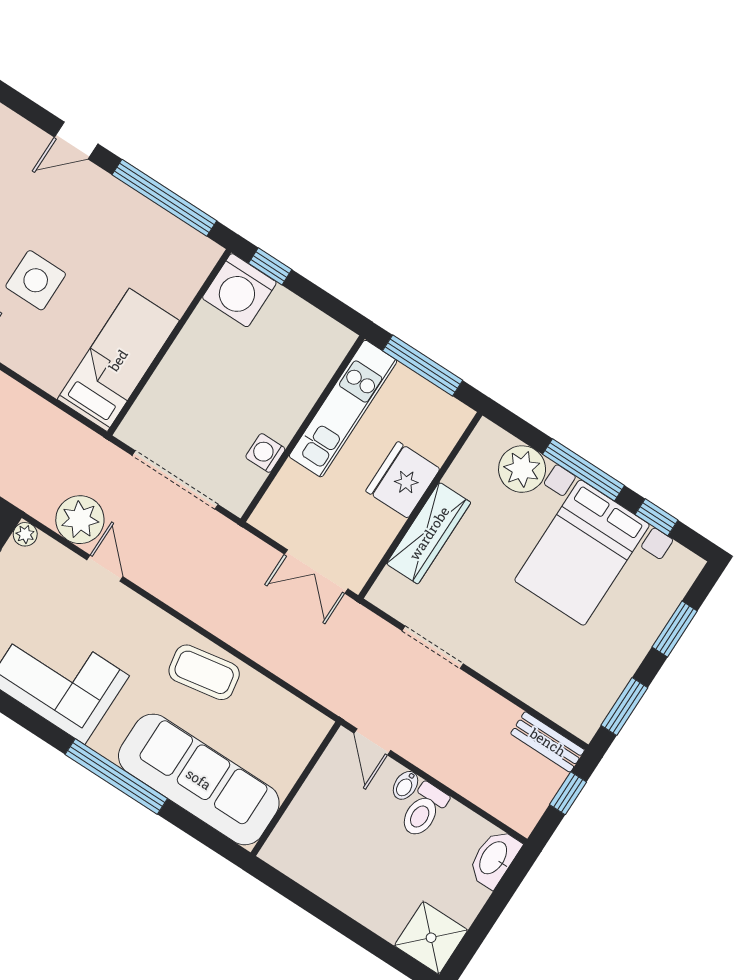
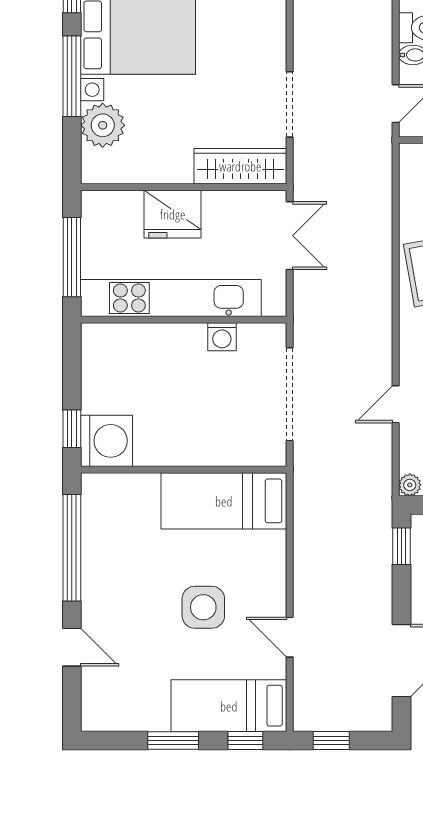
kitchen unit: (343, 409) -> (171, 298), width x1.36
plant: (80, 520) -> (370, 449), removed
wardrobe: (429, 533) -> (240, 166), moved

